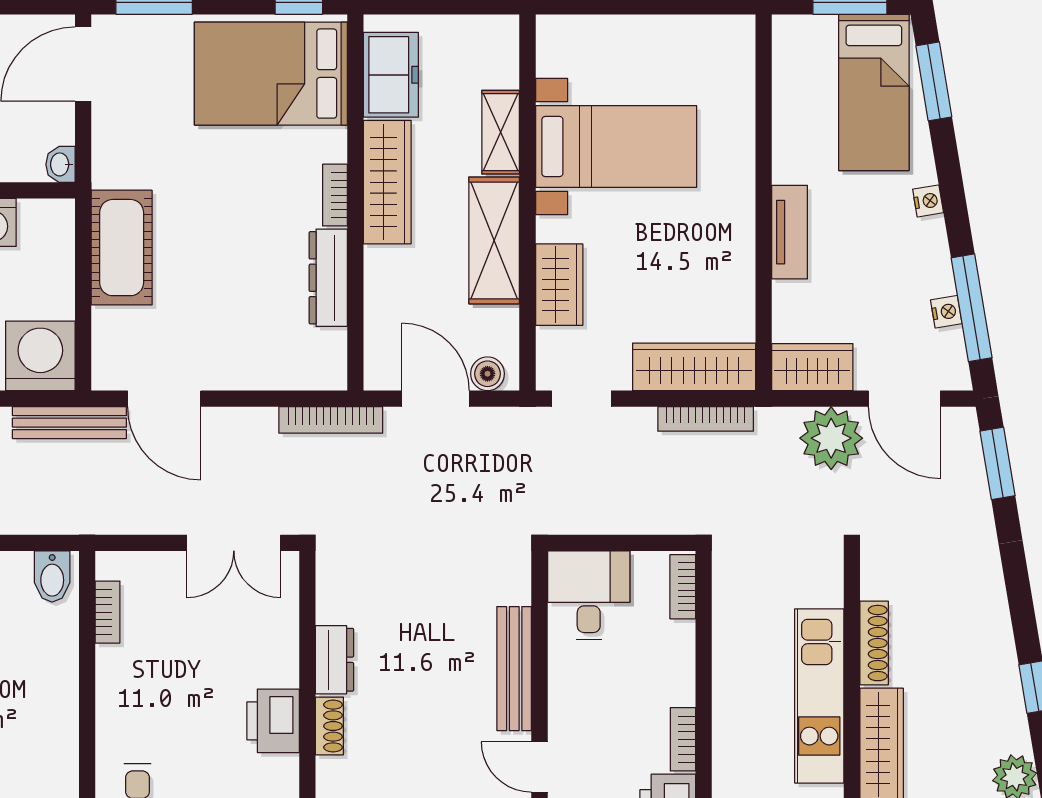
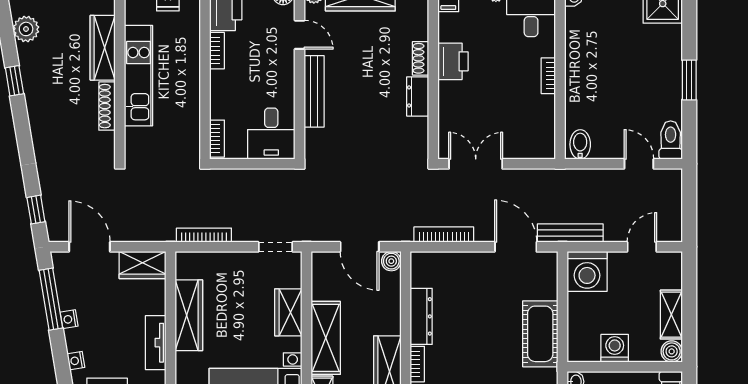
nightstand: (946, 312) -> (69, 319), moved
wardrobe: (694, 367) -> (189, 315), moved, turned -90
boiler: (487, 374) -> (391, 261), moved
bookcase: (331, 420) -> (444, 235), moved
plant: (831, 438) -> (132, 224), removed
window: (997, 463) -> (36, 210), width x0.67
bookcase: (108, 612) -> (548, 76), moved

